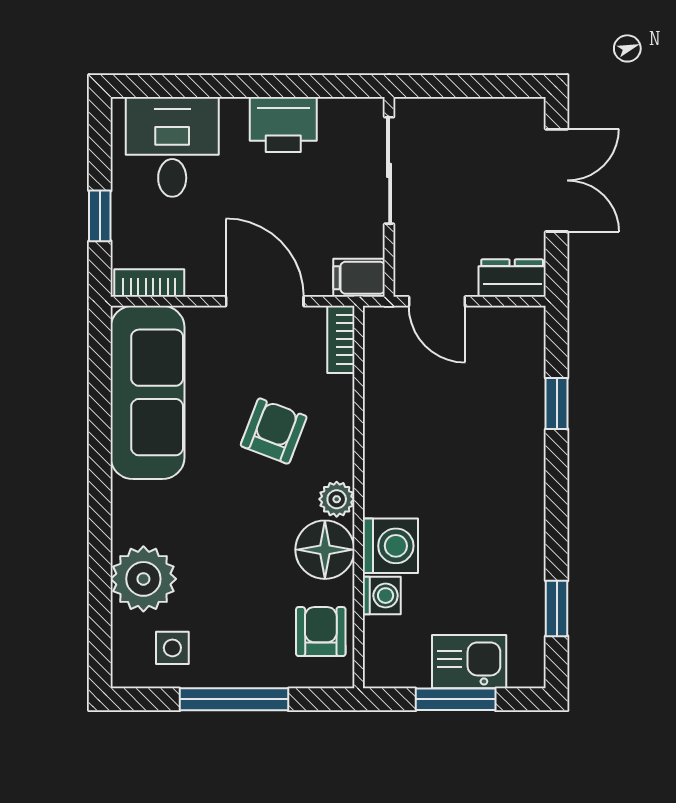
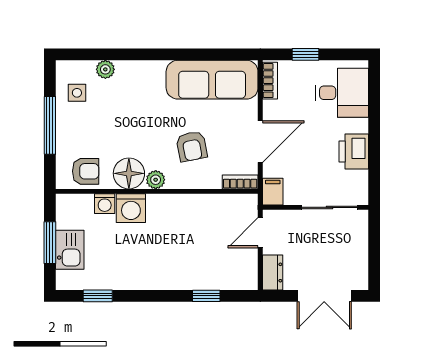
armchair: (274, 431) -> (192, 146), turned 58
plant: (143, 579) -> (105, 69), width x0.53, depth x0.53

